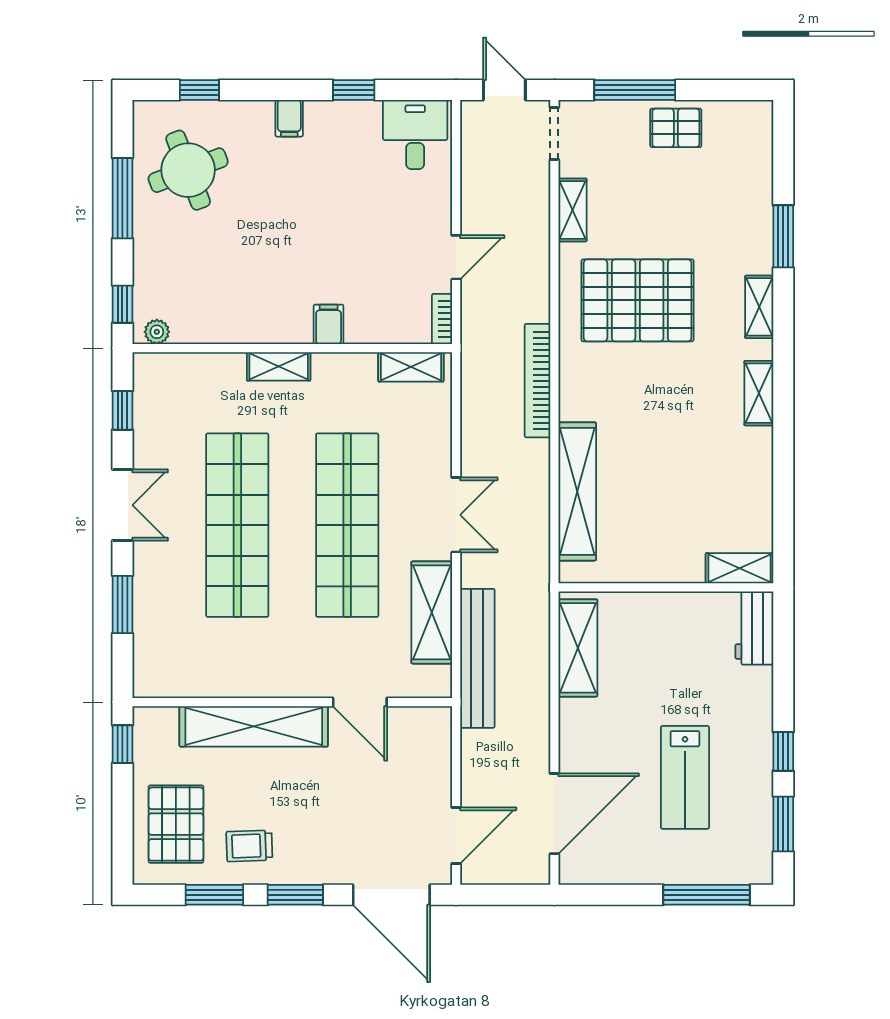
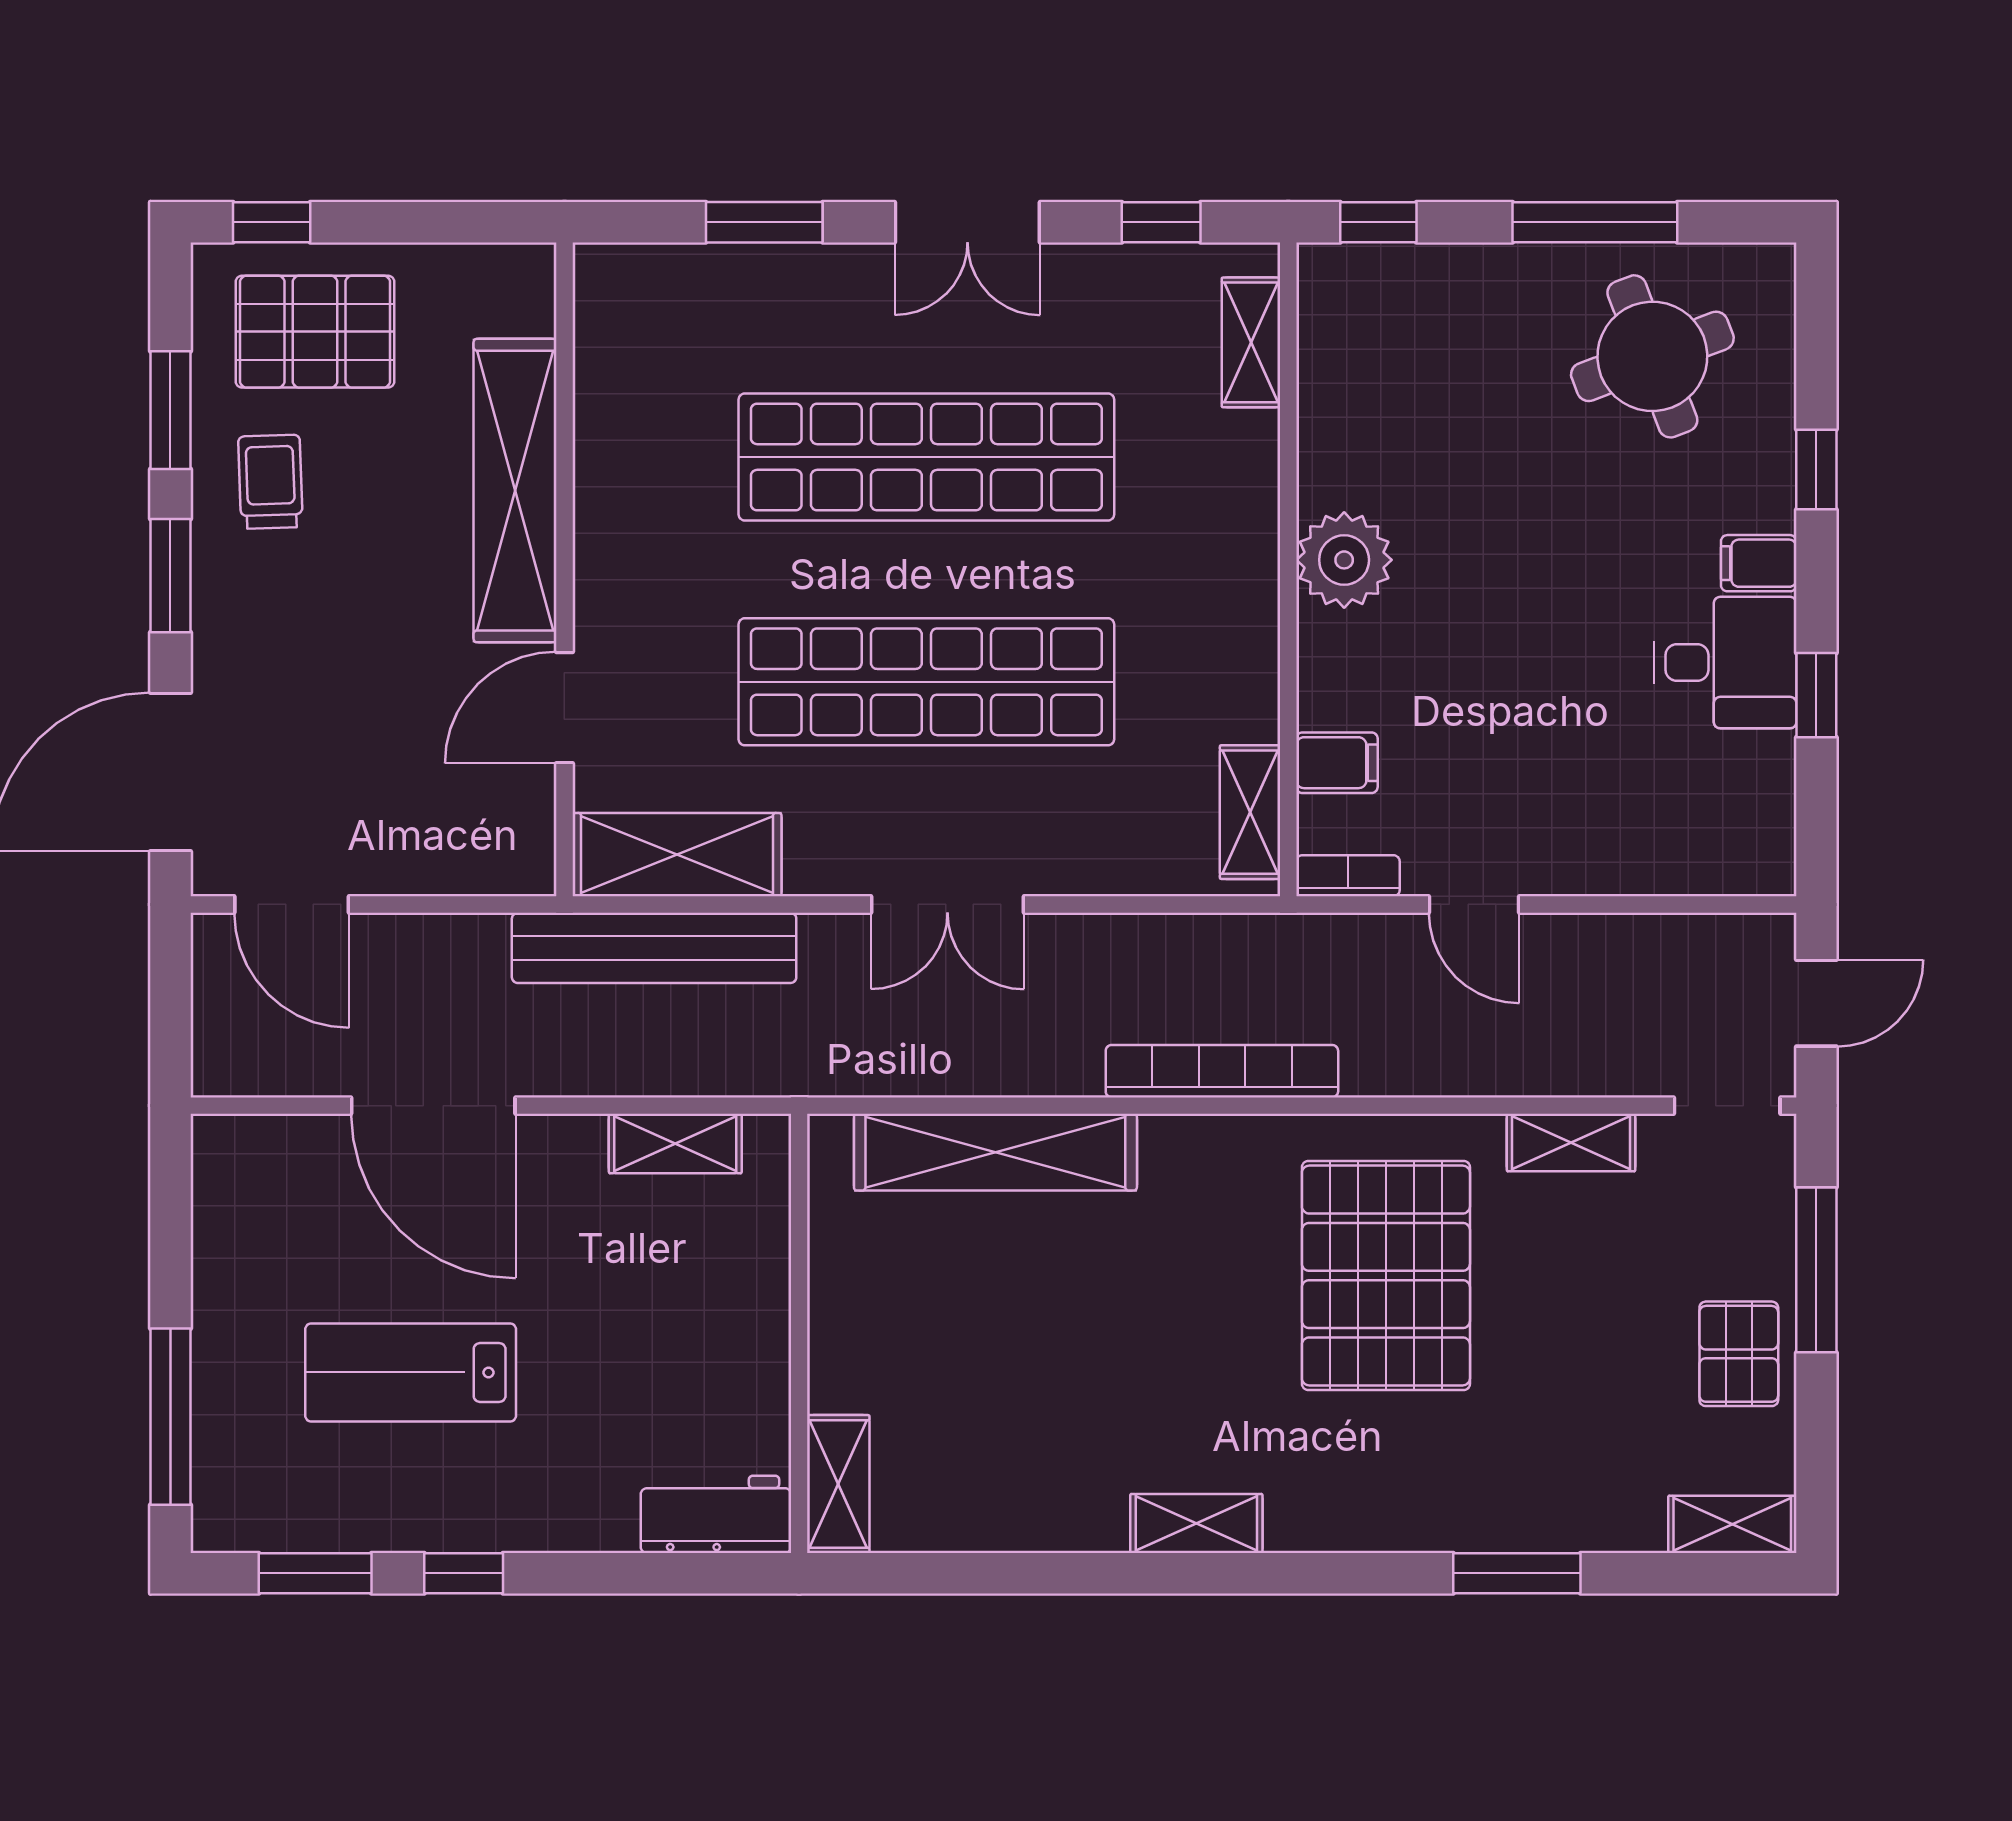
window: (199, 90) -> (1816, 469), moved
desk: (415, 134) -> (1725, 663), moved
shelving: (759, 307) -> (1732, 1524), moved
filing cabinet: (329, 324) -> (1337, 763), moved
plant: (157, 332) -> (1344, 560), moved, width x1.88, depth x1.88
shelving: (279, 366) -> (1251, 342), moved
shelving: (432, 612) -> (677, 855), moved
shelving: (578, 648) -> (675, 1143), width x0.67, depth x0.75
window: (122, 744) -> (272, 222), moved
door: (554, 814) -> (433, 1106), moved

